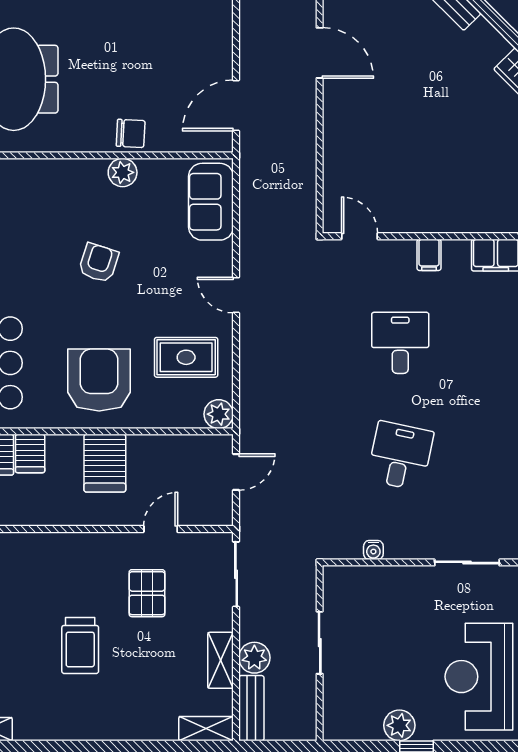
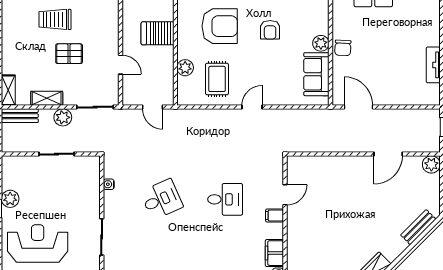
sofa: (211, 202) -> (316, 74), moved, turned -90
door: (360, 236) -> (285, 195), moved
armchair: (98, 263) -> (270, 30), turned 72
armchair: (99, 380) -> (220, 26), moved
plant: (219, 414) -> (185, 68), moved
desk: (400, 456) -> (162, 199), turned -36
pallet: (147, 593) -> (69, 54), moved
plant: (254, 658) -> (63, 117), moved

